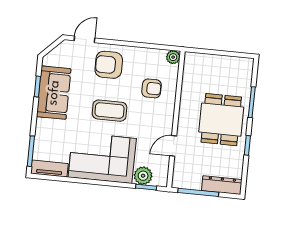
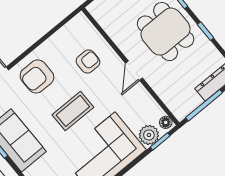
plant: (173, 57) -> (80, 21), removed
door: (173, 146) -> (134, 71), moved
floor lamp: (162, 179) -> (166, 122), added

